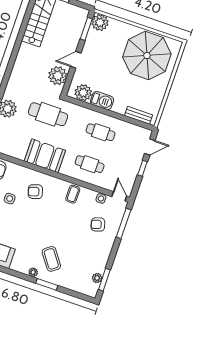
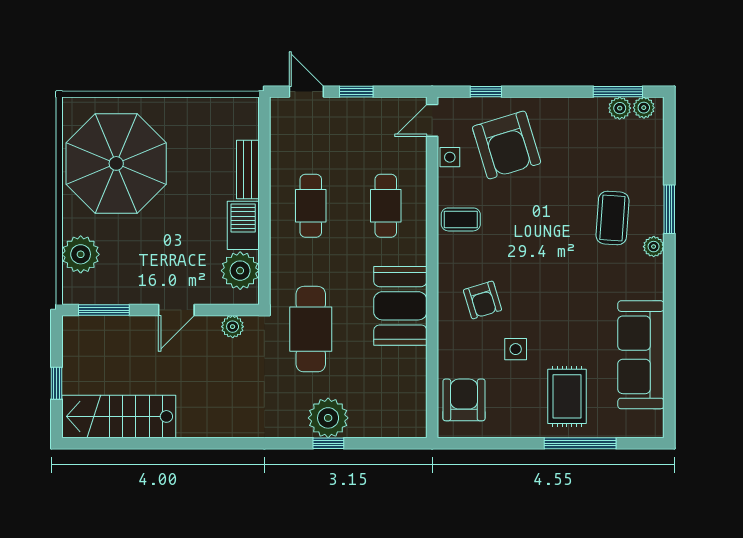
plant: (100, 23) -> (81, 254), moved
door: (76, 60) -> (176, 310), hinge flipped
plant: (58, 76) -> (233, 327), width x0.53, depth x0.53
bench: (138, 115) -> (248, 170), moved
window: (124, 223) -> (486, 92), width x0.46
armchair: (98, 224) -> (507, 145), width x1.88, depth x1.88
coffee table: (51, 259) -> (612, 218), turned -50
plant: (94, 288) -> (644, 108), added

